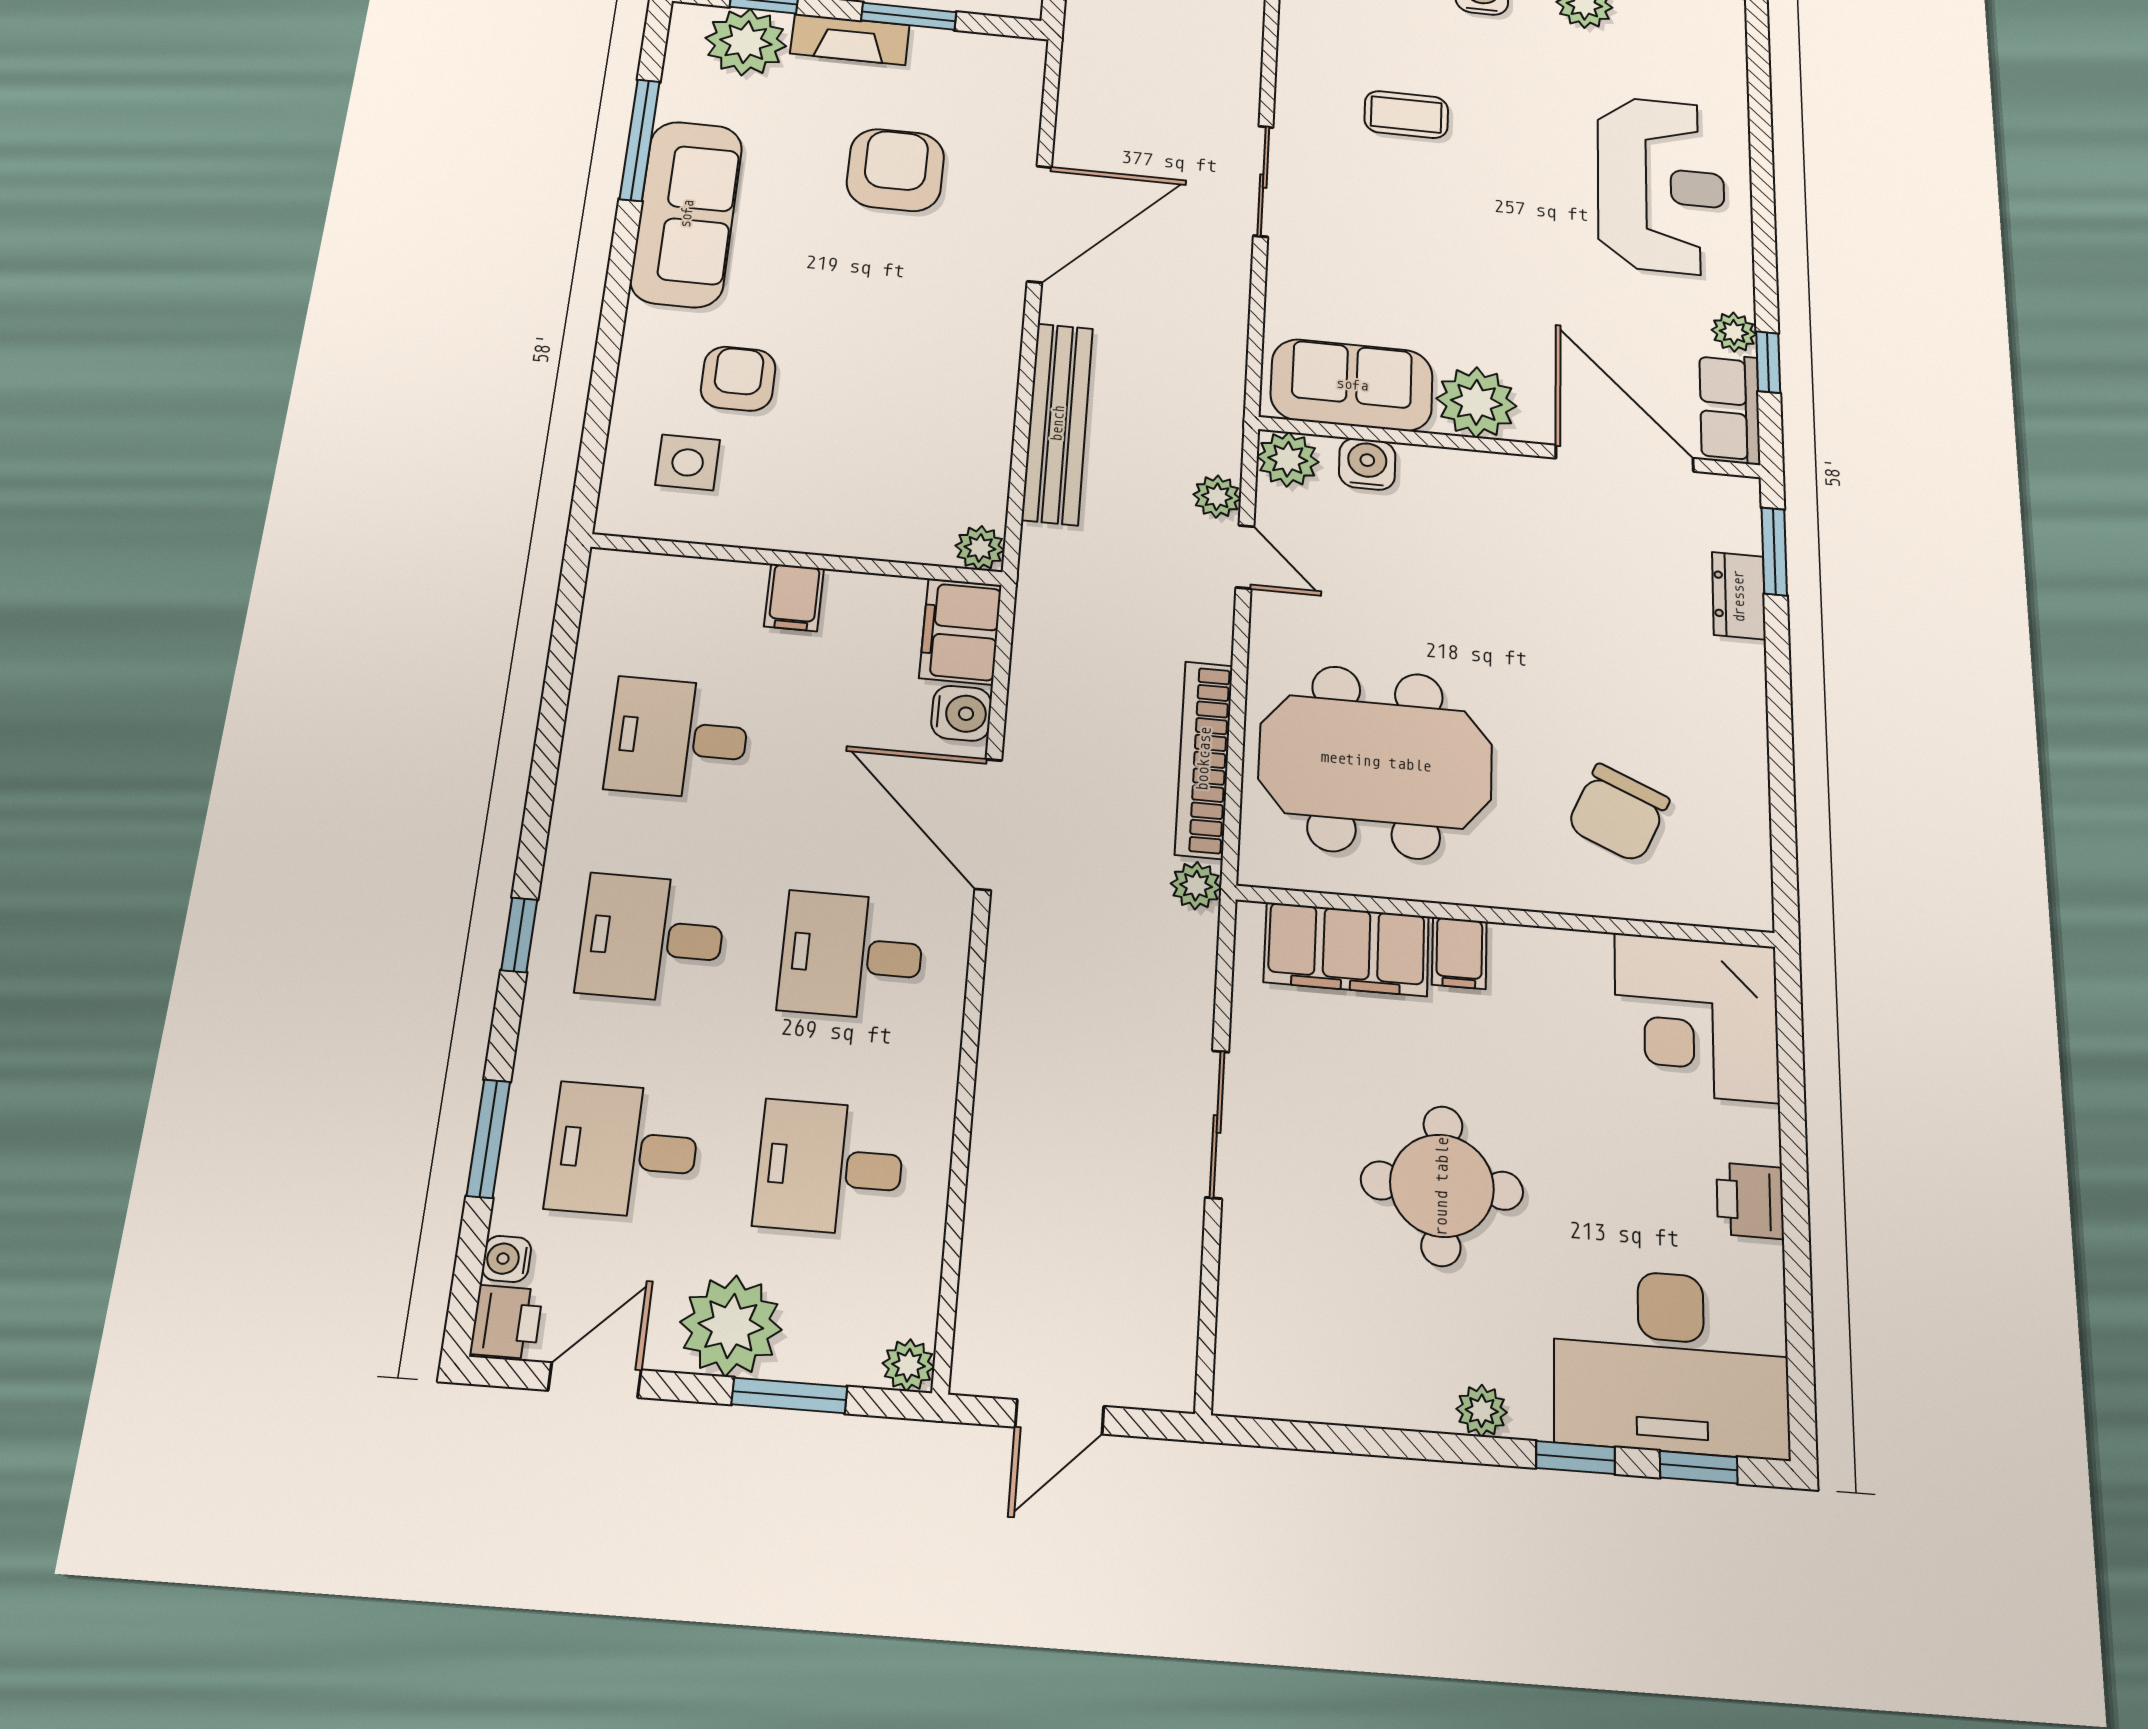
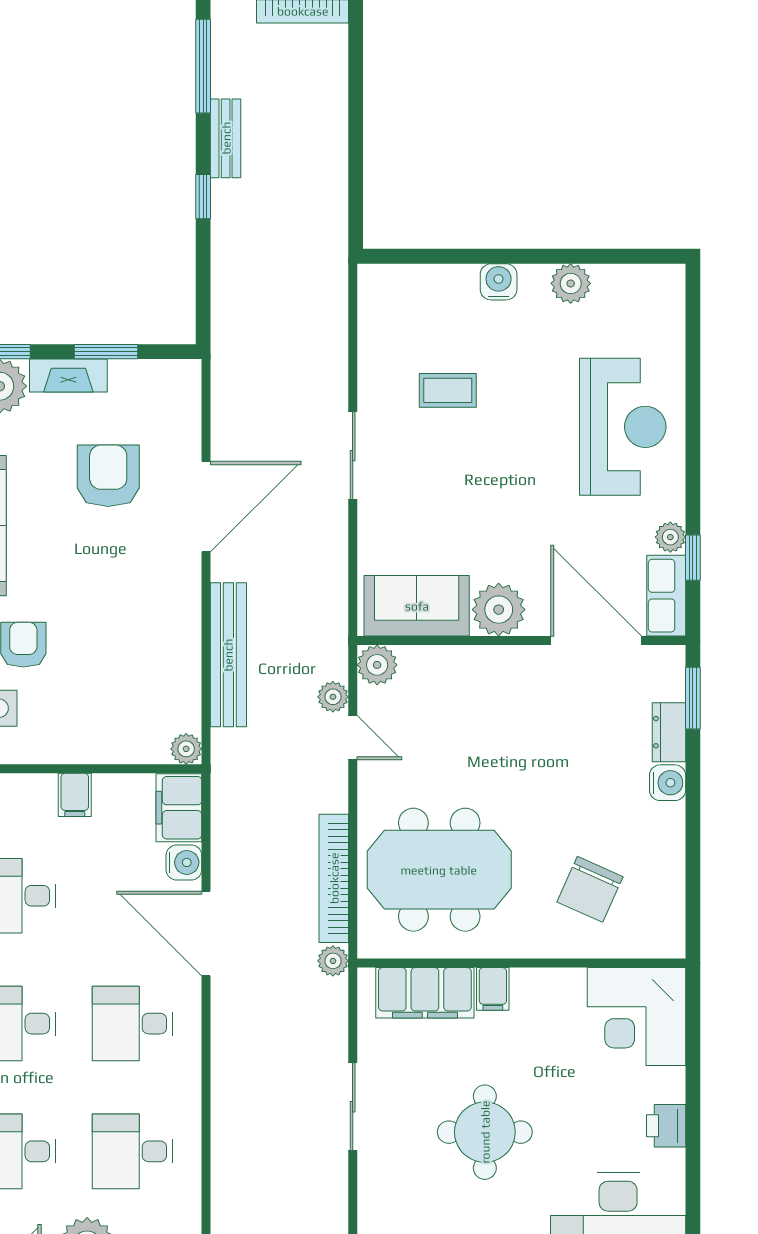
water cooler: (1367, 464) -> (668, 783), moved, turned 90

